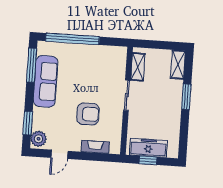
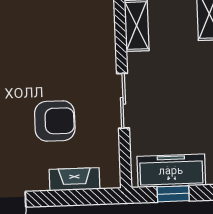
sliding door: (127, 95) -> (123, 101), moved

